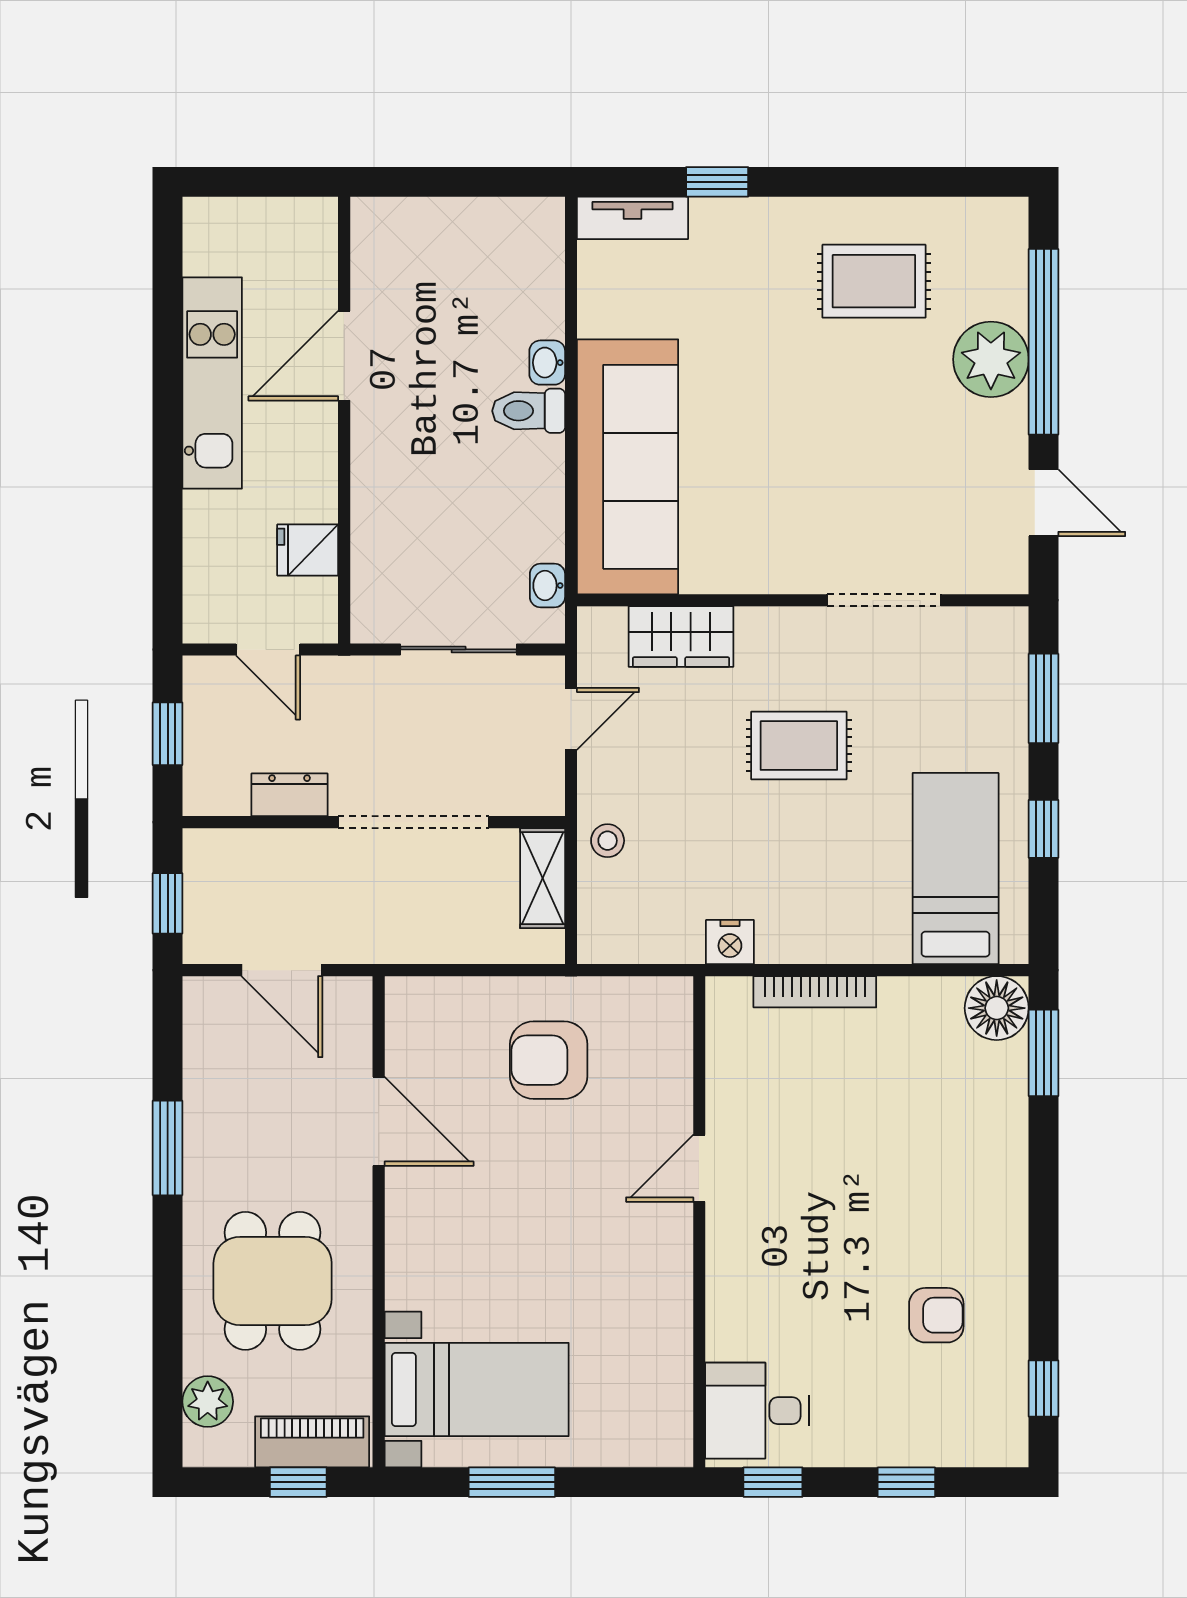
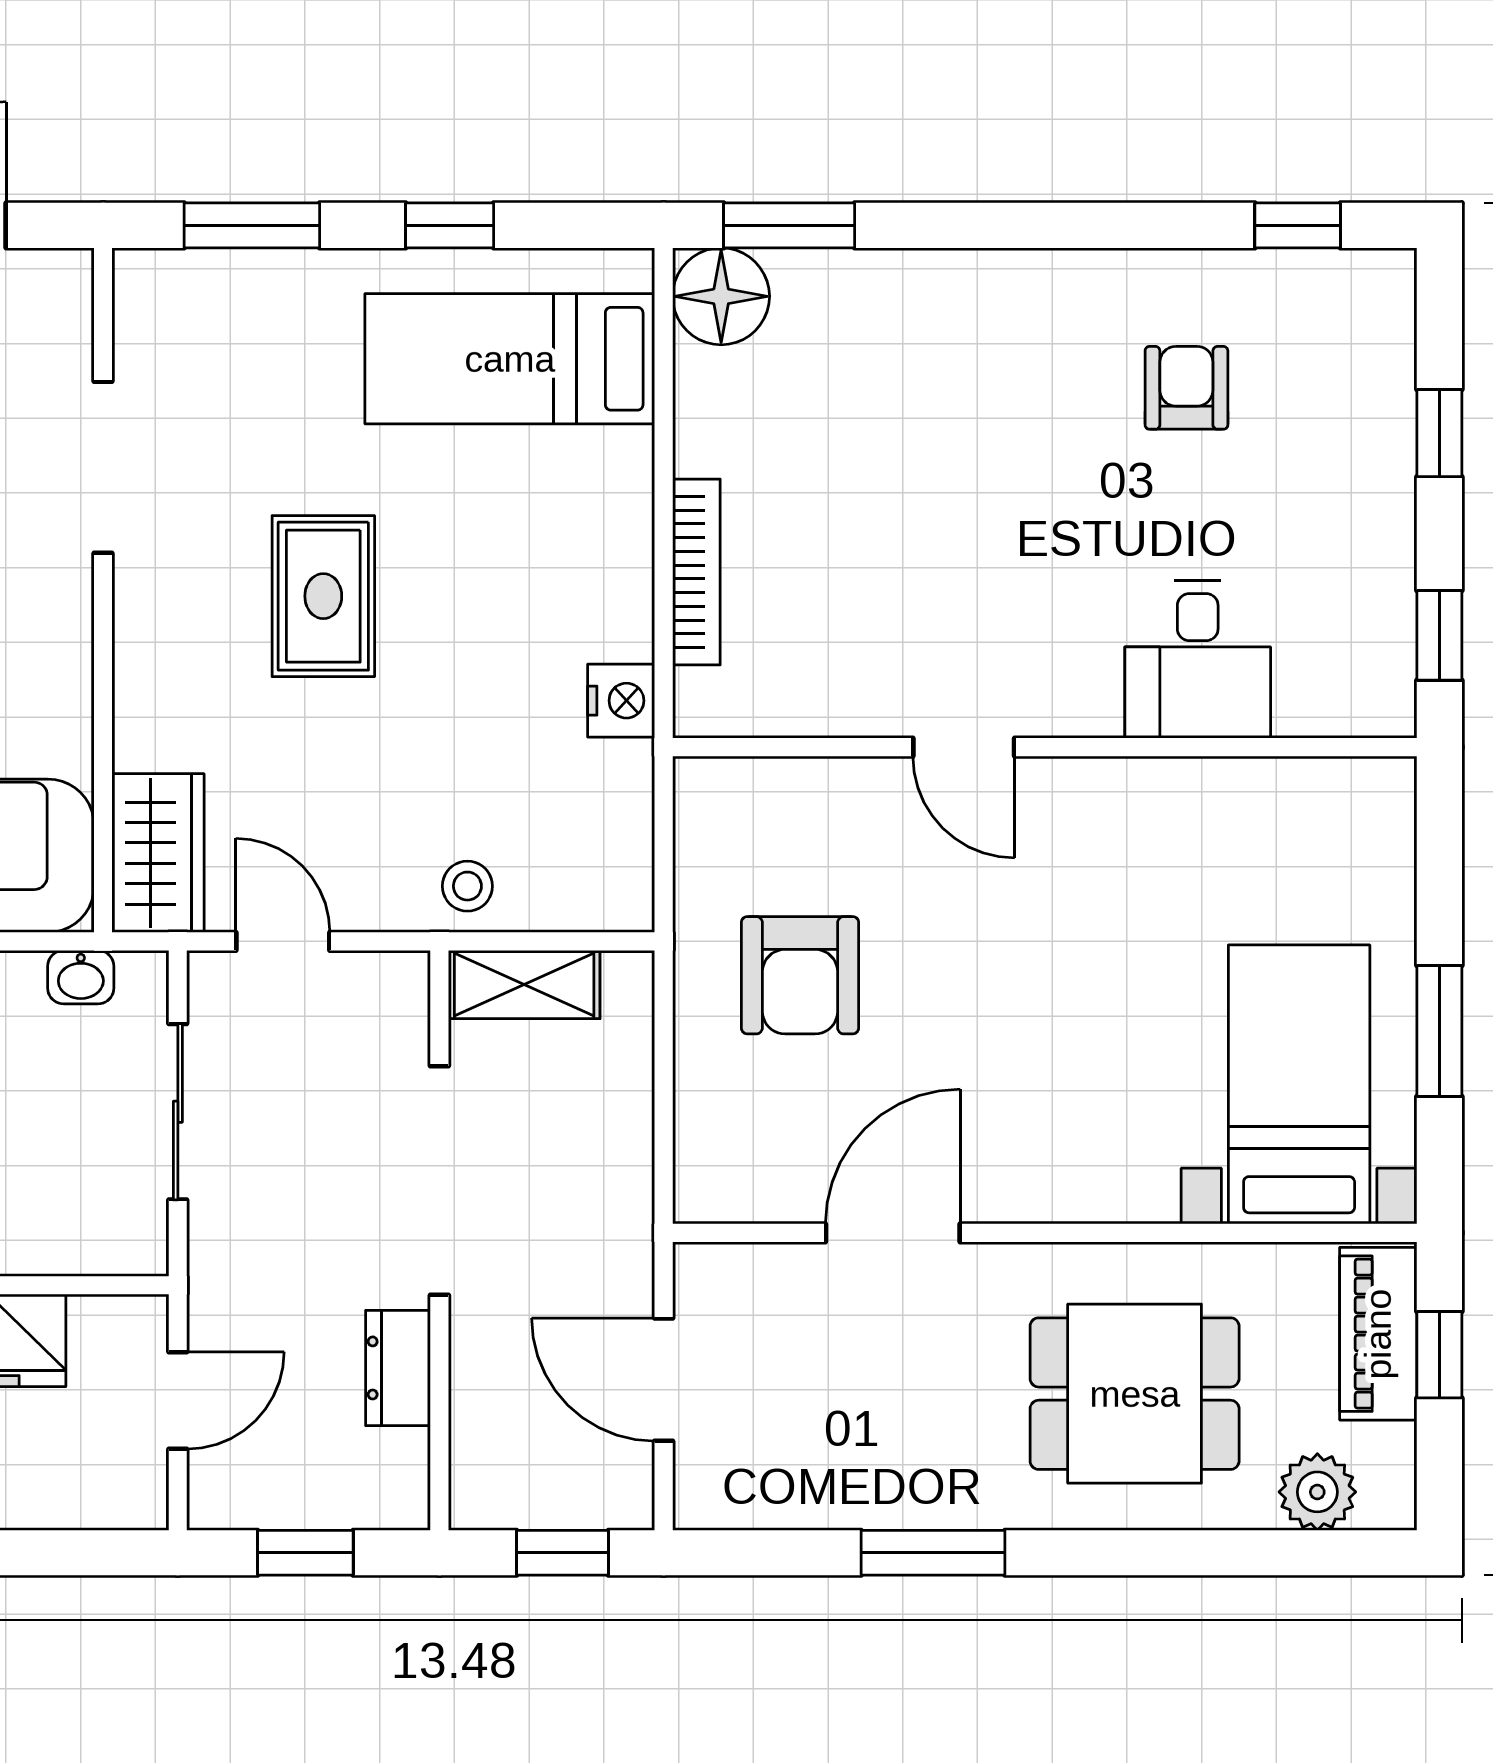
wardrobe: (681, 636) -> (158, 853), moved
door: (282, 970) -> (664, 1380), swing flipped
desk: (757, 1411) -> (1198, 660), moved

